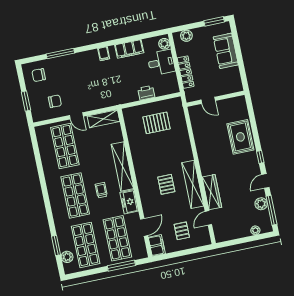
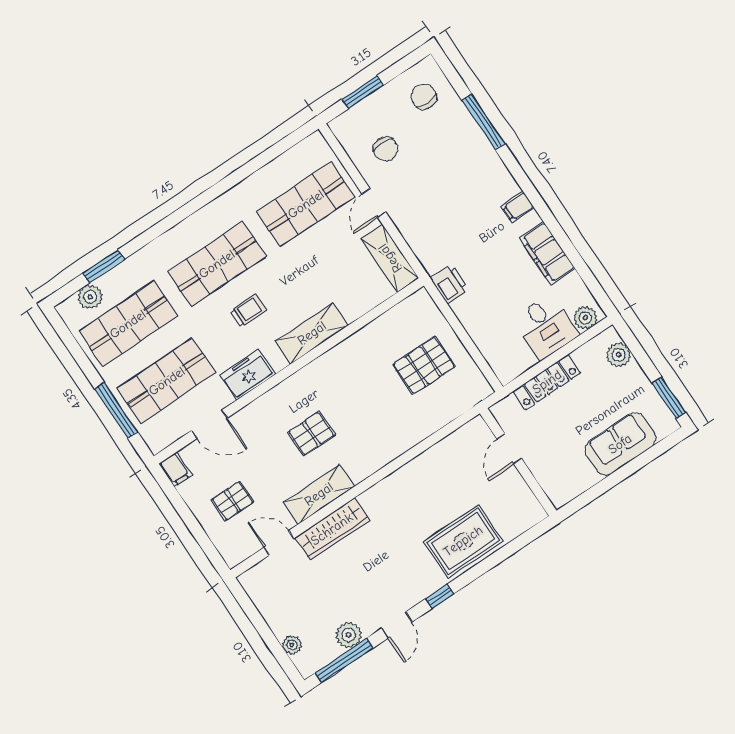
printer: (146, 93) -> (450, 284), moved
pallet: (157, 123) -> (424, 366), turned 90
shelving: (122, 166) -> (312, 333), width x0.68
door: (265, 181) -> (397, 625), swing flipped
shelving: (193, 184) -> (319, 494), width x0.68
filing cabinet: (157, 245) -> (175, 469), width x0.50

